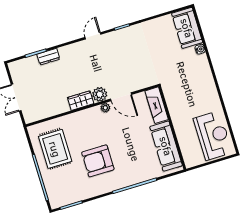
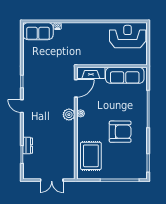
door: (121, 97) -> (76, 88), moved
wardrobe: (81, 101) -> (69, 131), removed
rug: (55, 149) -> (91, 156), moved, turned 90
armchair: (98, 161) -> (120, 132), turned -90

